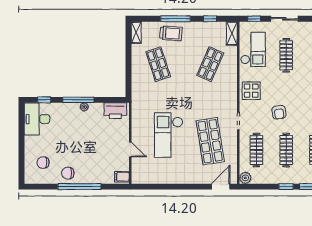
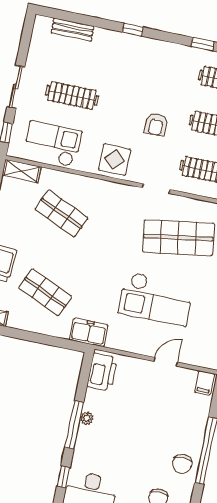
shop shelf: (158, 64) -> (45, 292), turned 42
freezer: (139, 97) -> (89, 332), added
armchair: (279, 112) -> (156, 124), turned 98

